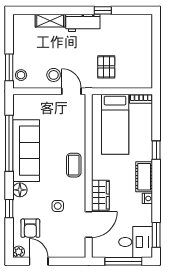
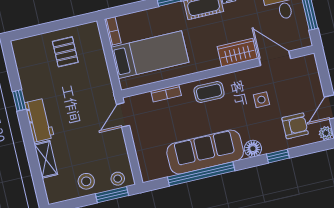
pallet: (106, 67) -> (65, 52), moved, turned 90
stool: (54, 75) -> (86, 181), moved
bookcase: (81, 130) -> (166, 93), added

